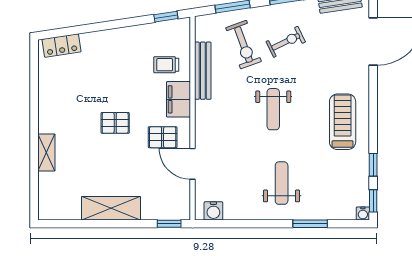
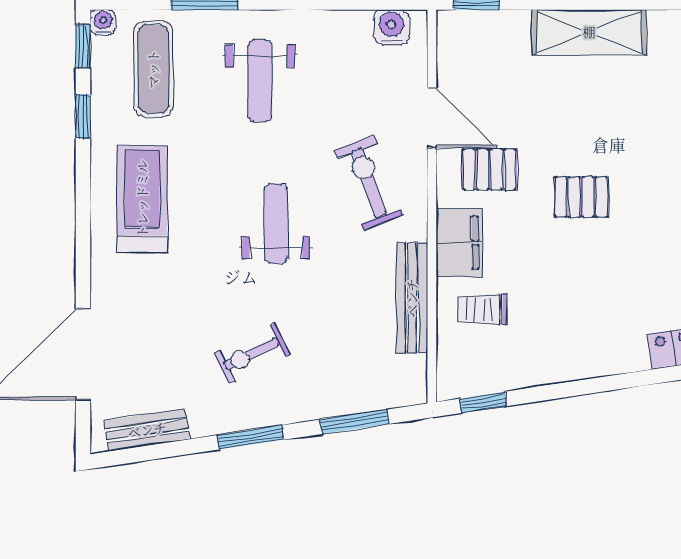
exercise bike: (244, 45) -> (369, 183), moved
trolley: (166, 65) -> (482, 309), turned 180
treadmill: (343, 122) -> (142, 199), turned 180
exercise mat: (337, 189) -> (153, 69), added

